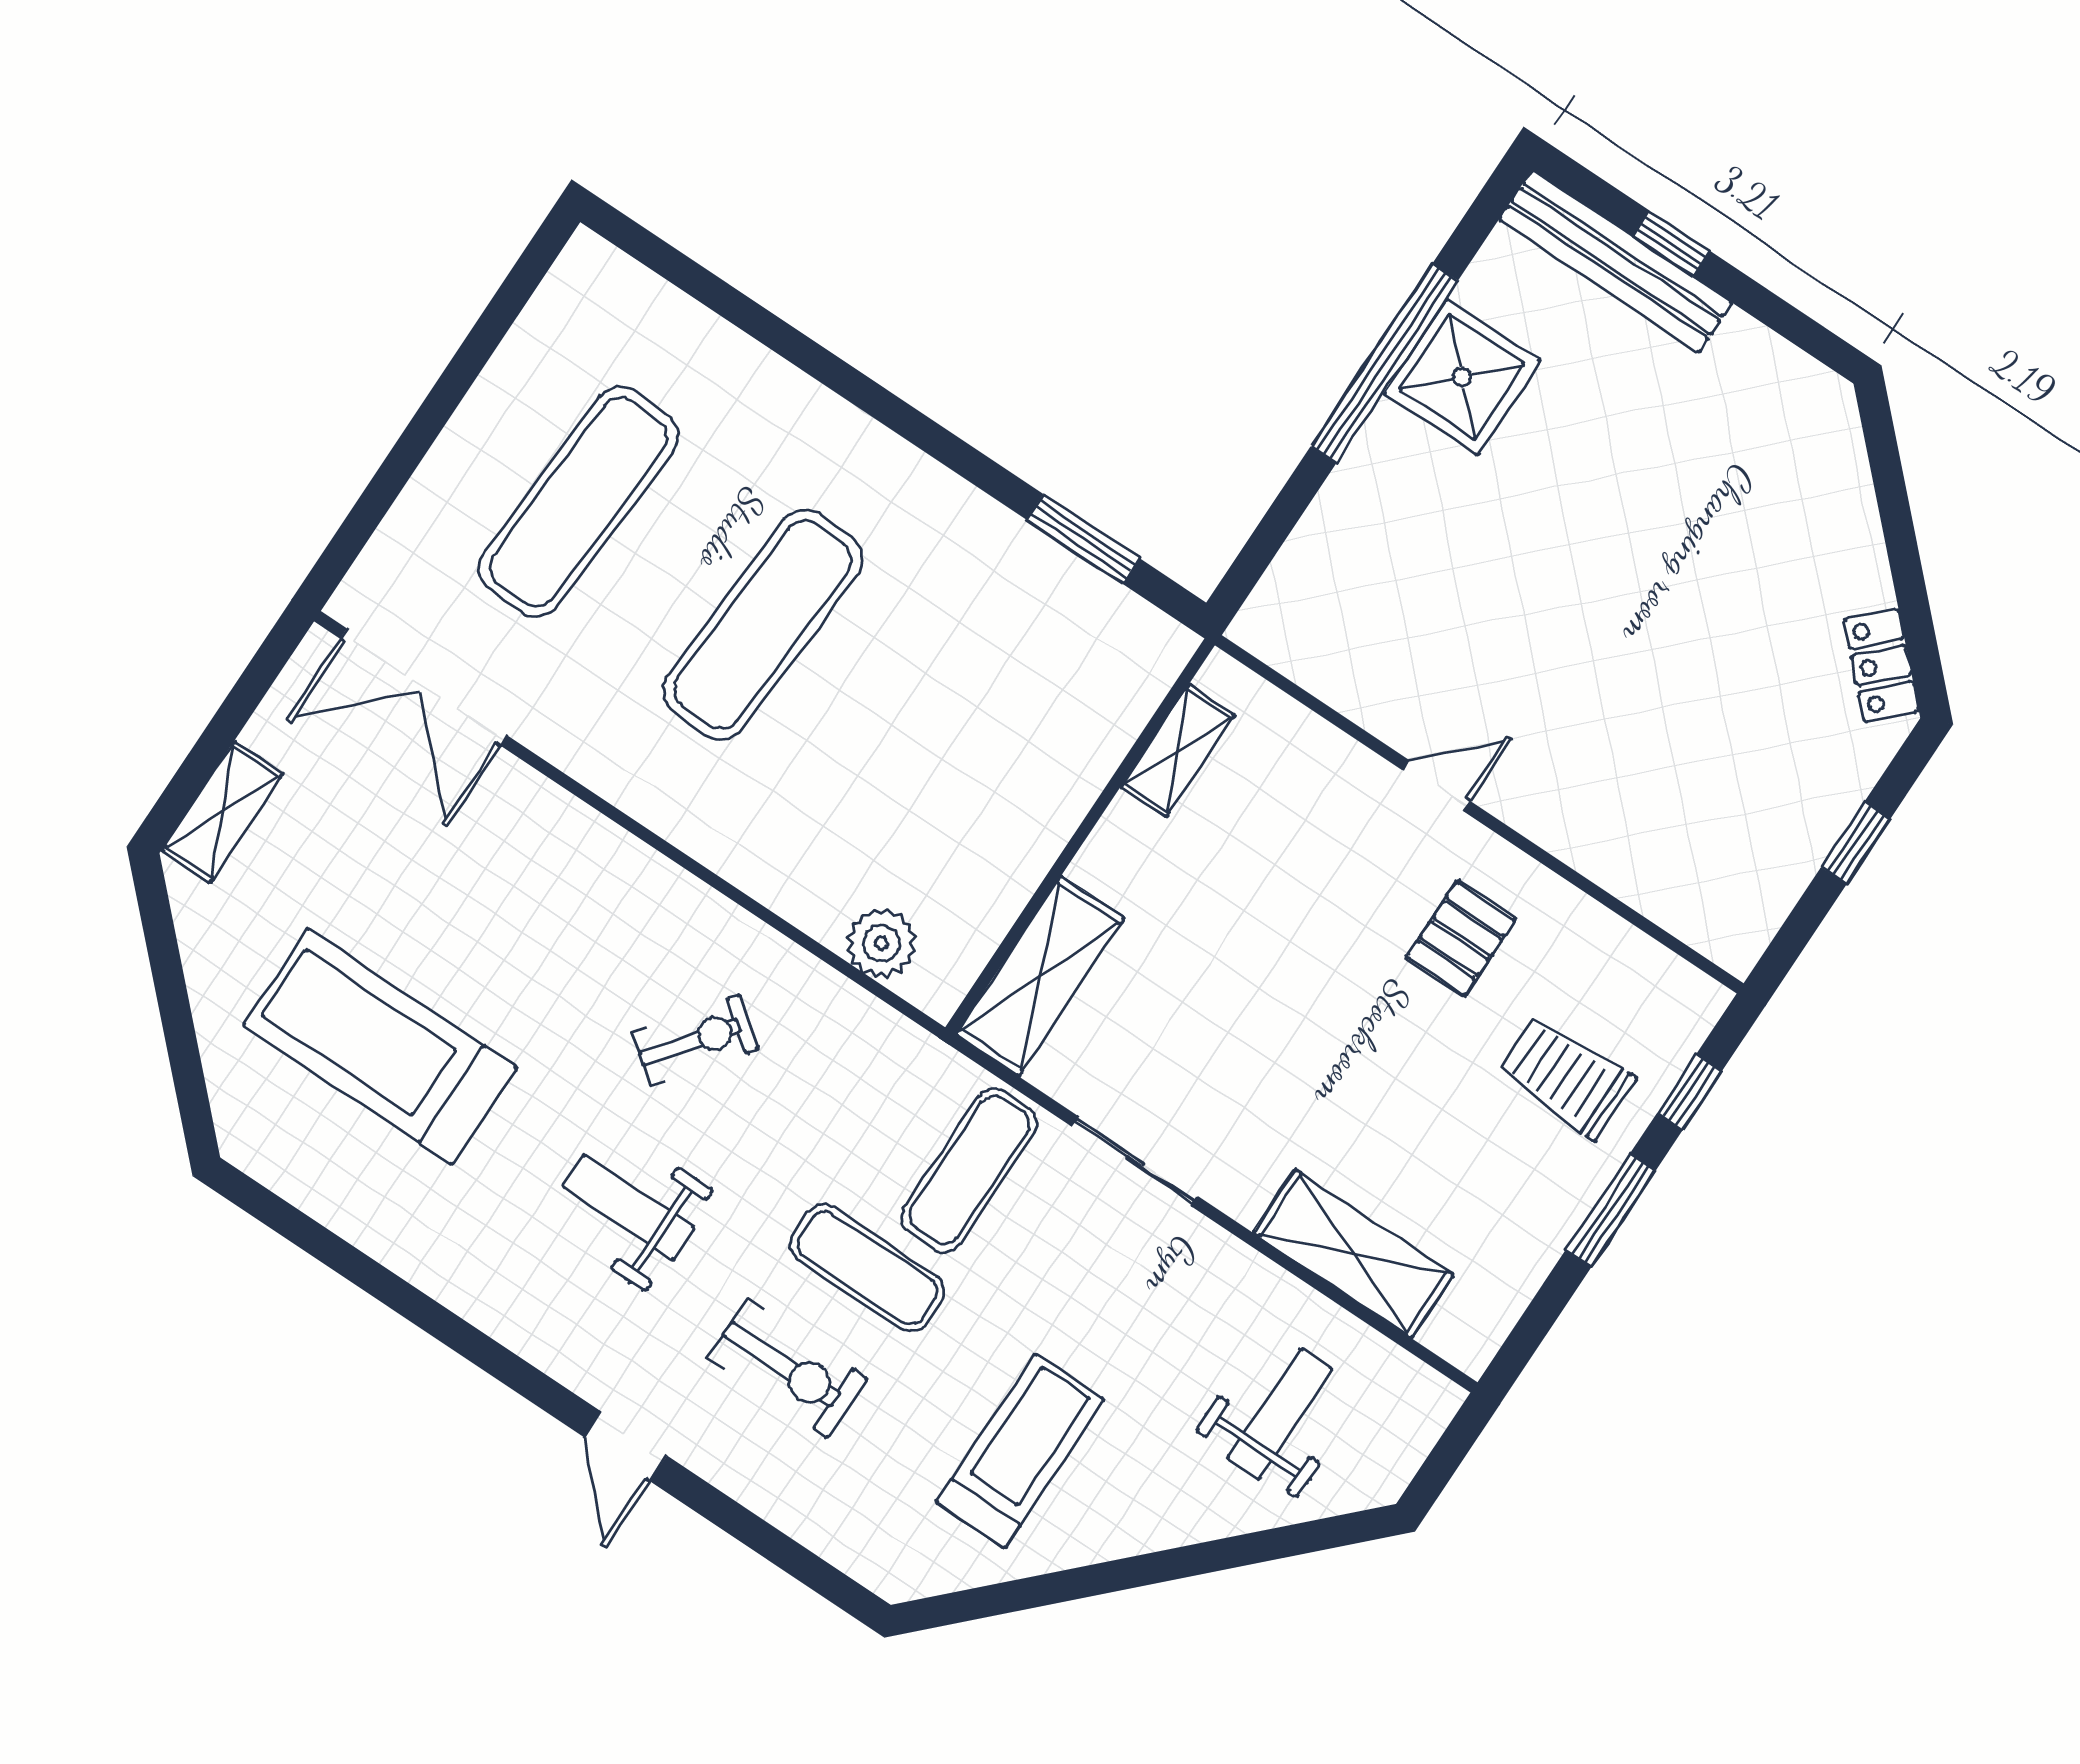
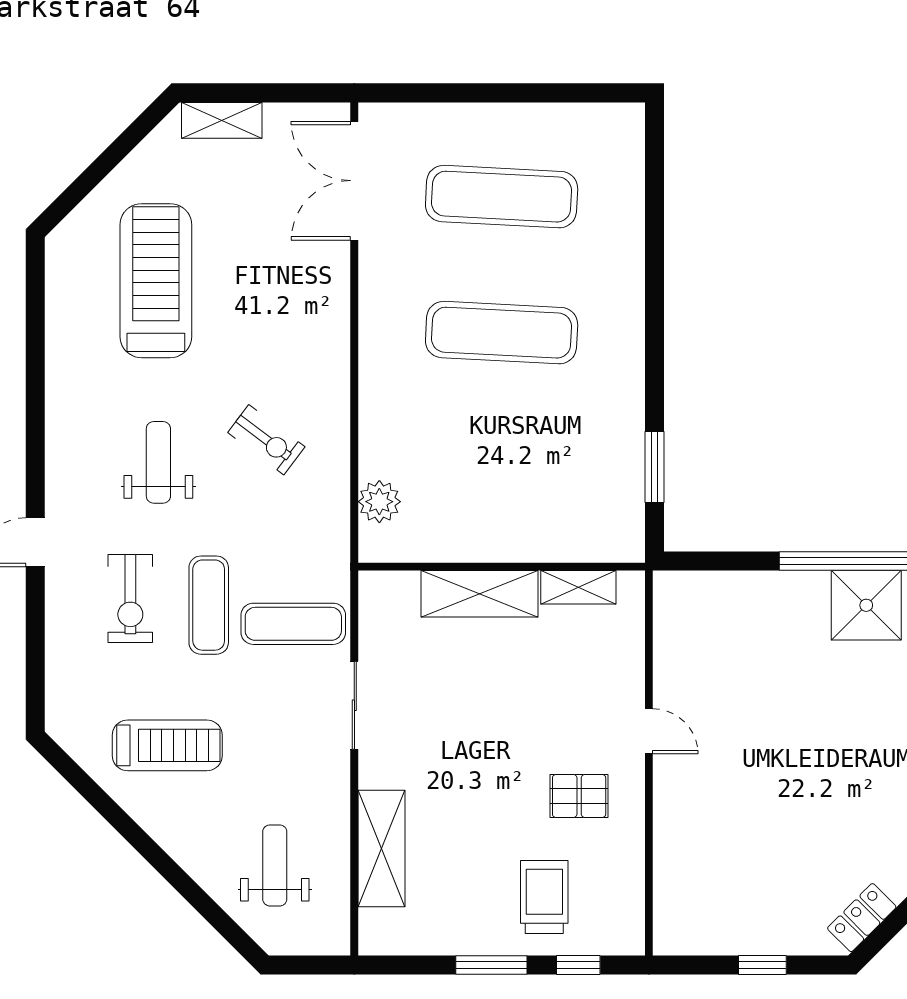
shelving: (1040, 976) -> (479, 594), moved
weight bench: (1280, 1414) -> (275, 865), turned -90

